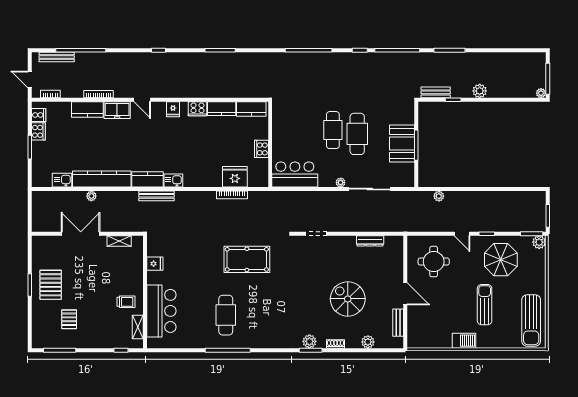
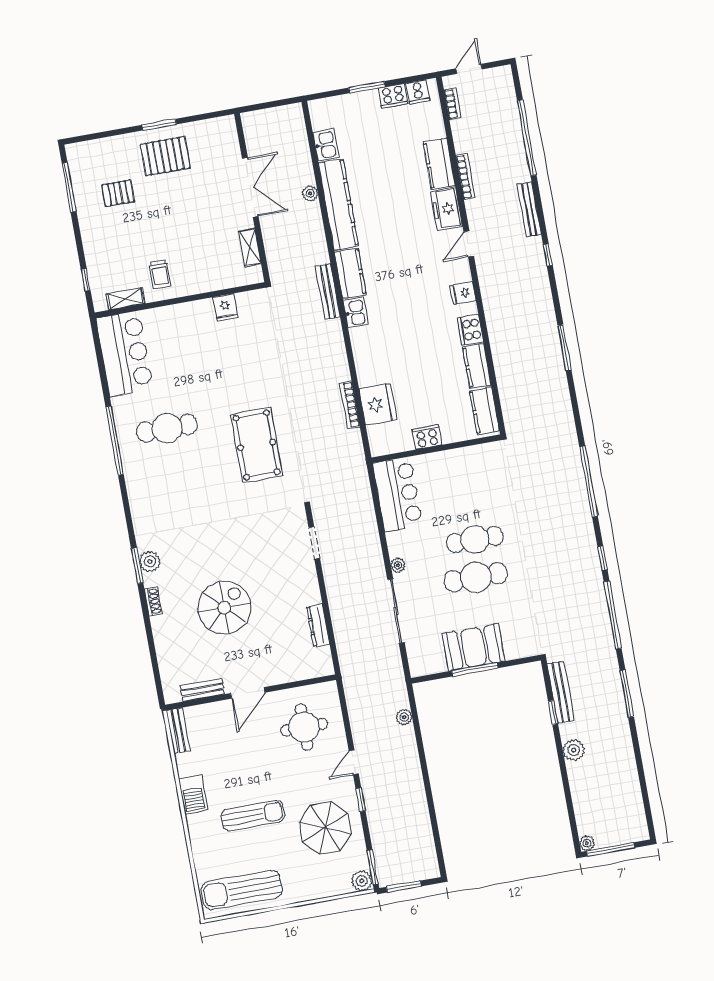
bench: (57, 57) -> (529, 209), moved
bench: (436, 92) -> (561, 692), width x1.36
bar counter: (161, 311) -> (125, 354), moved, turned -90
plant: (368, 342) -> (165, 650), removed
bench: (421, 343) -> (178, 731), added

